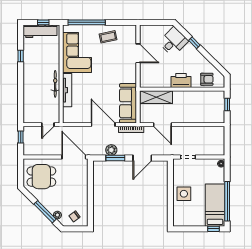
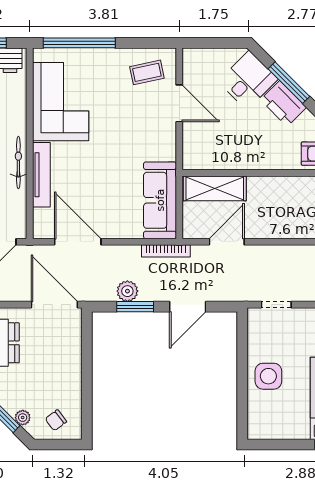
coffee table: (108, 37) -> (147, 72), moved
window: (194, 43) -> (289, 83), width x2.17
printer: (181, 81) -> (283, 104), moved, turned -135
door: (103, 125) -> (78, 242), moved
door: (162, 125) -> (227, 242), swing flipped

